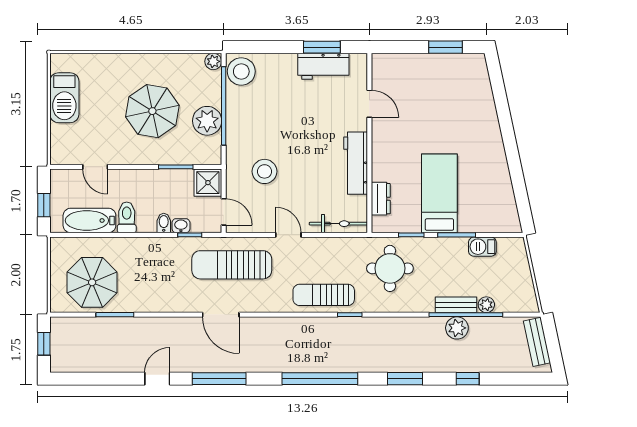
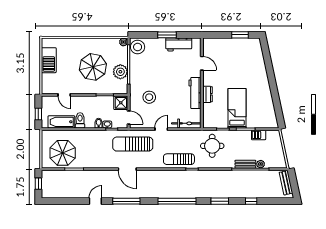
window: (322, 47) -> (167, 35), moved
dresser: (381, 199) -> (208, 94), moved
door: (288, 235) -> (161, 129), hinge flipped
plant: (457, 328) -> (246, 176), removed

